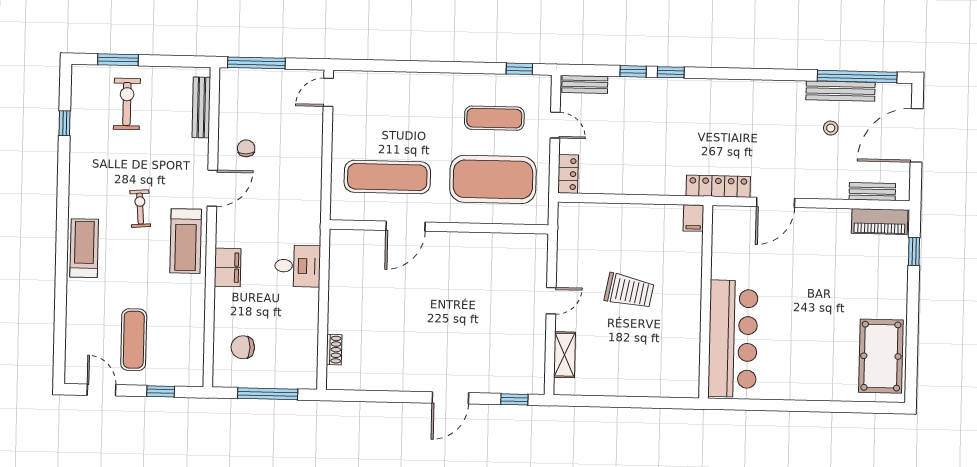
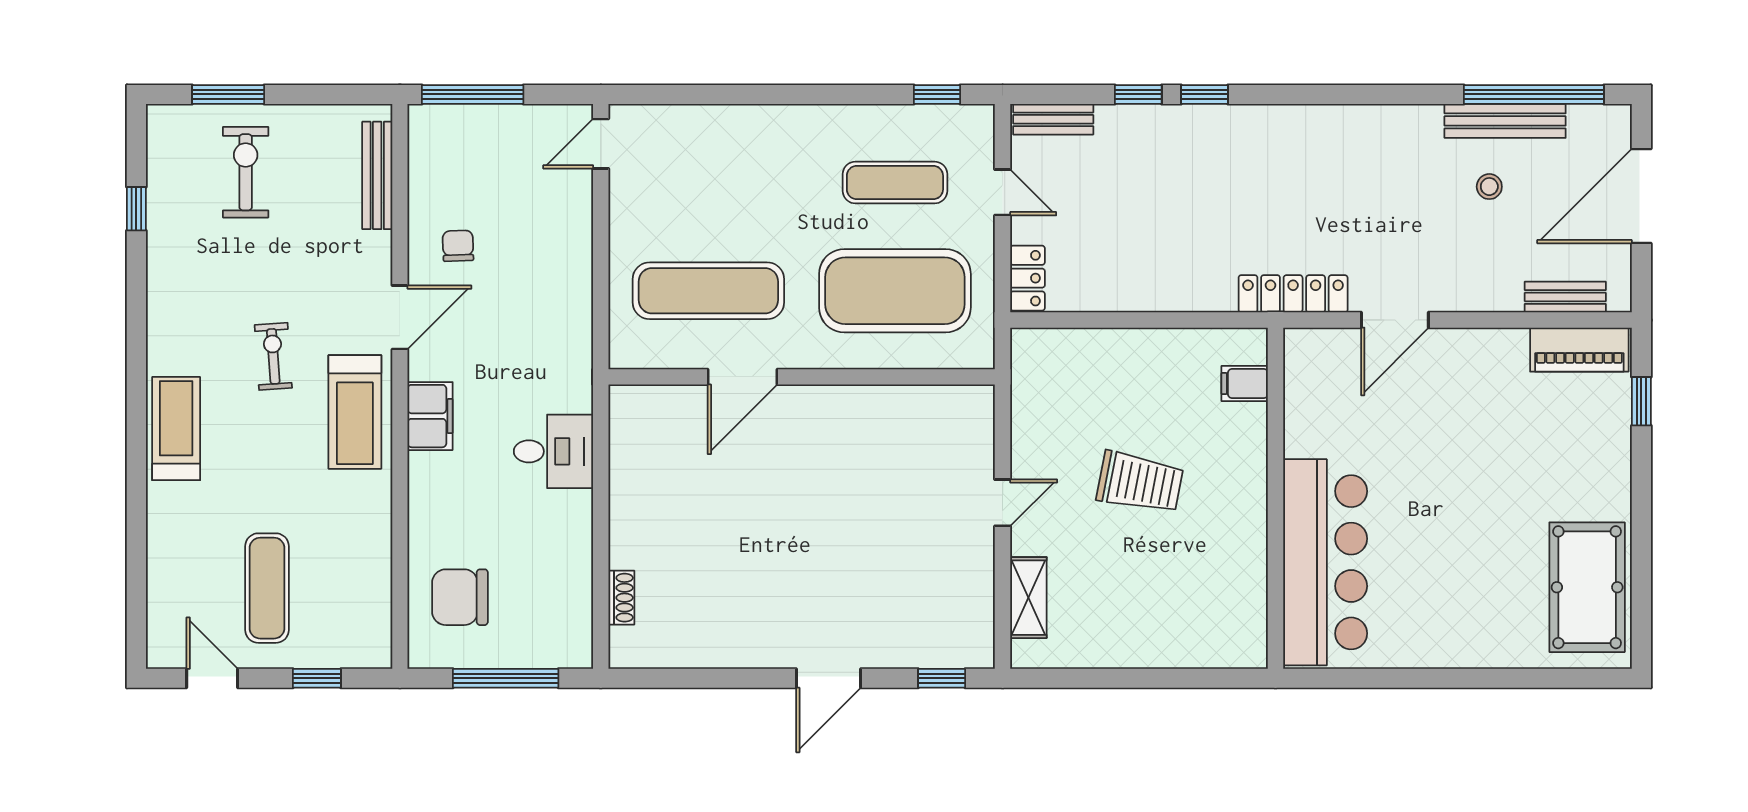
filing cabinet: (693, 218) -> (1245, 383), moved, turned 90
filing cabinet: (228, 267) -> (430, 416), moved
chair: (243, 347) -> (460, 597), width x1.37, depth x1.37

